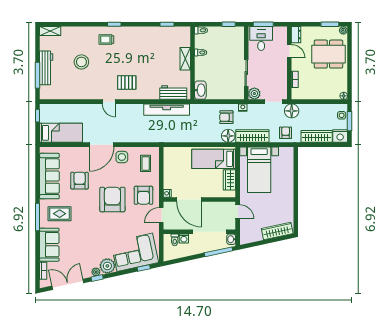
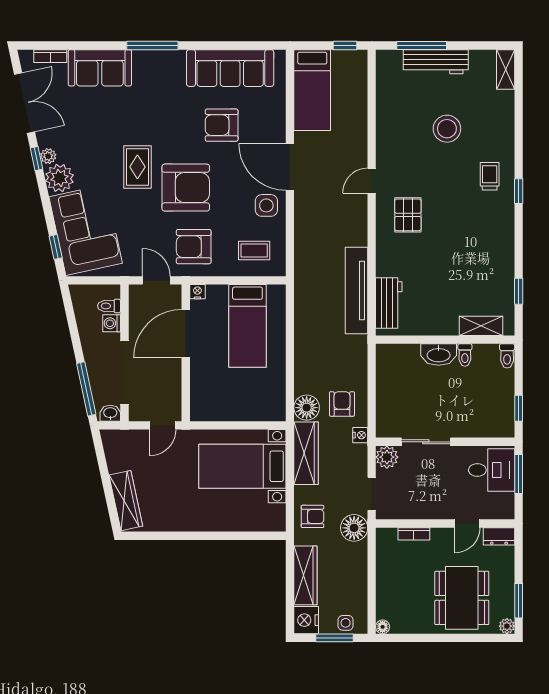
shelving: (185, 59) -> (481, 326), moved
washbasin: (200, 90) -> (439, 355), moved
bed: (214, 159) -> (247, 326), moved, turned 180
wardrobe: (229, 180) -> (223, 410), removed
armchair: (80, 181) -> (222, 125), turned 180
rug: (60, 214) -> (137, 167), moved

